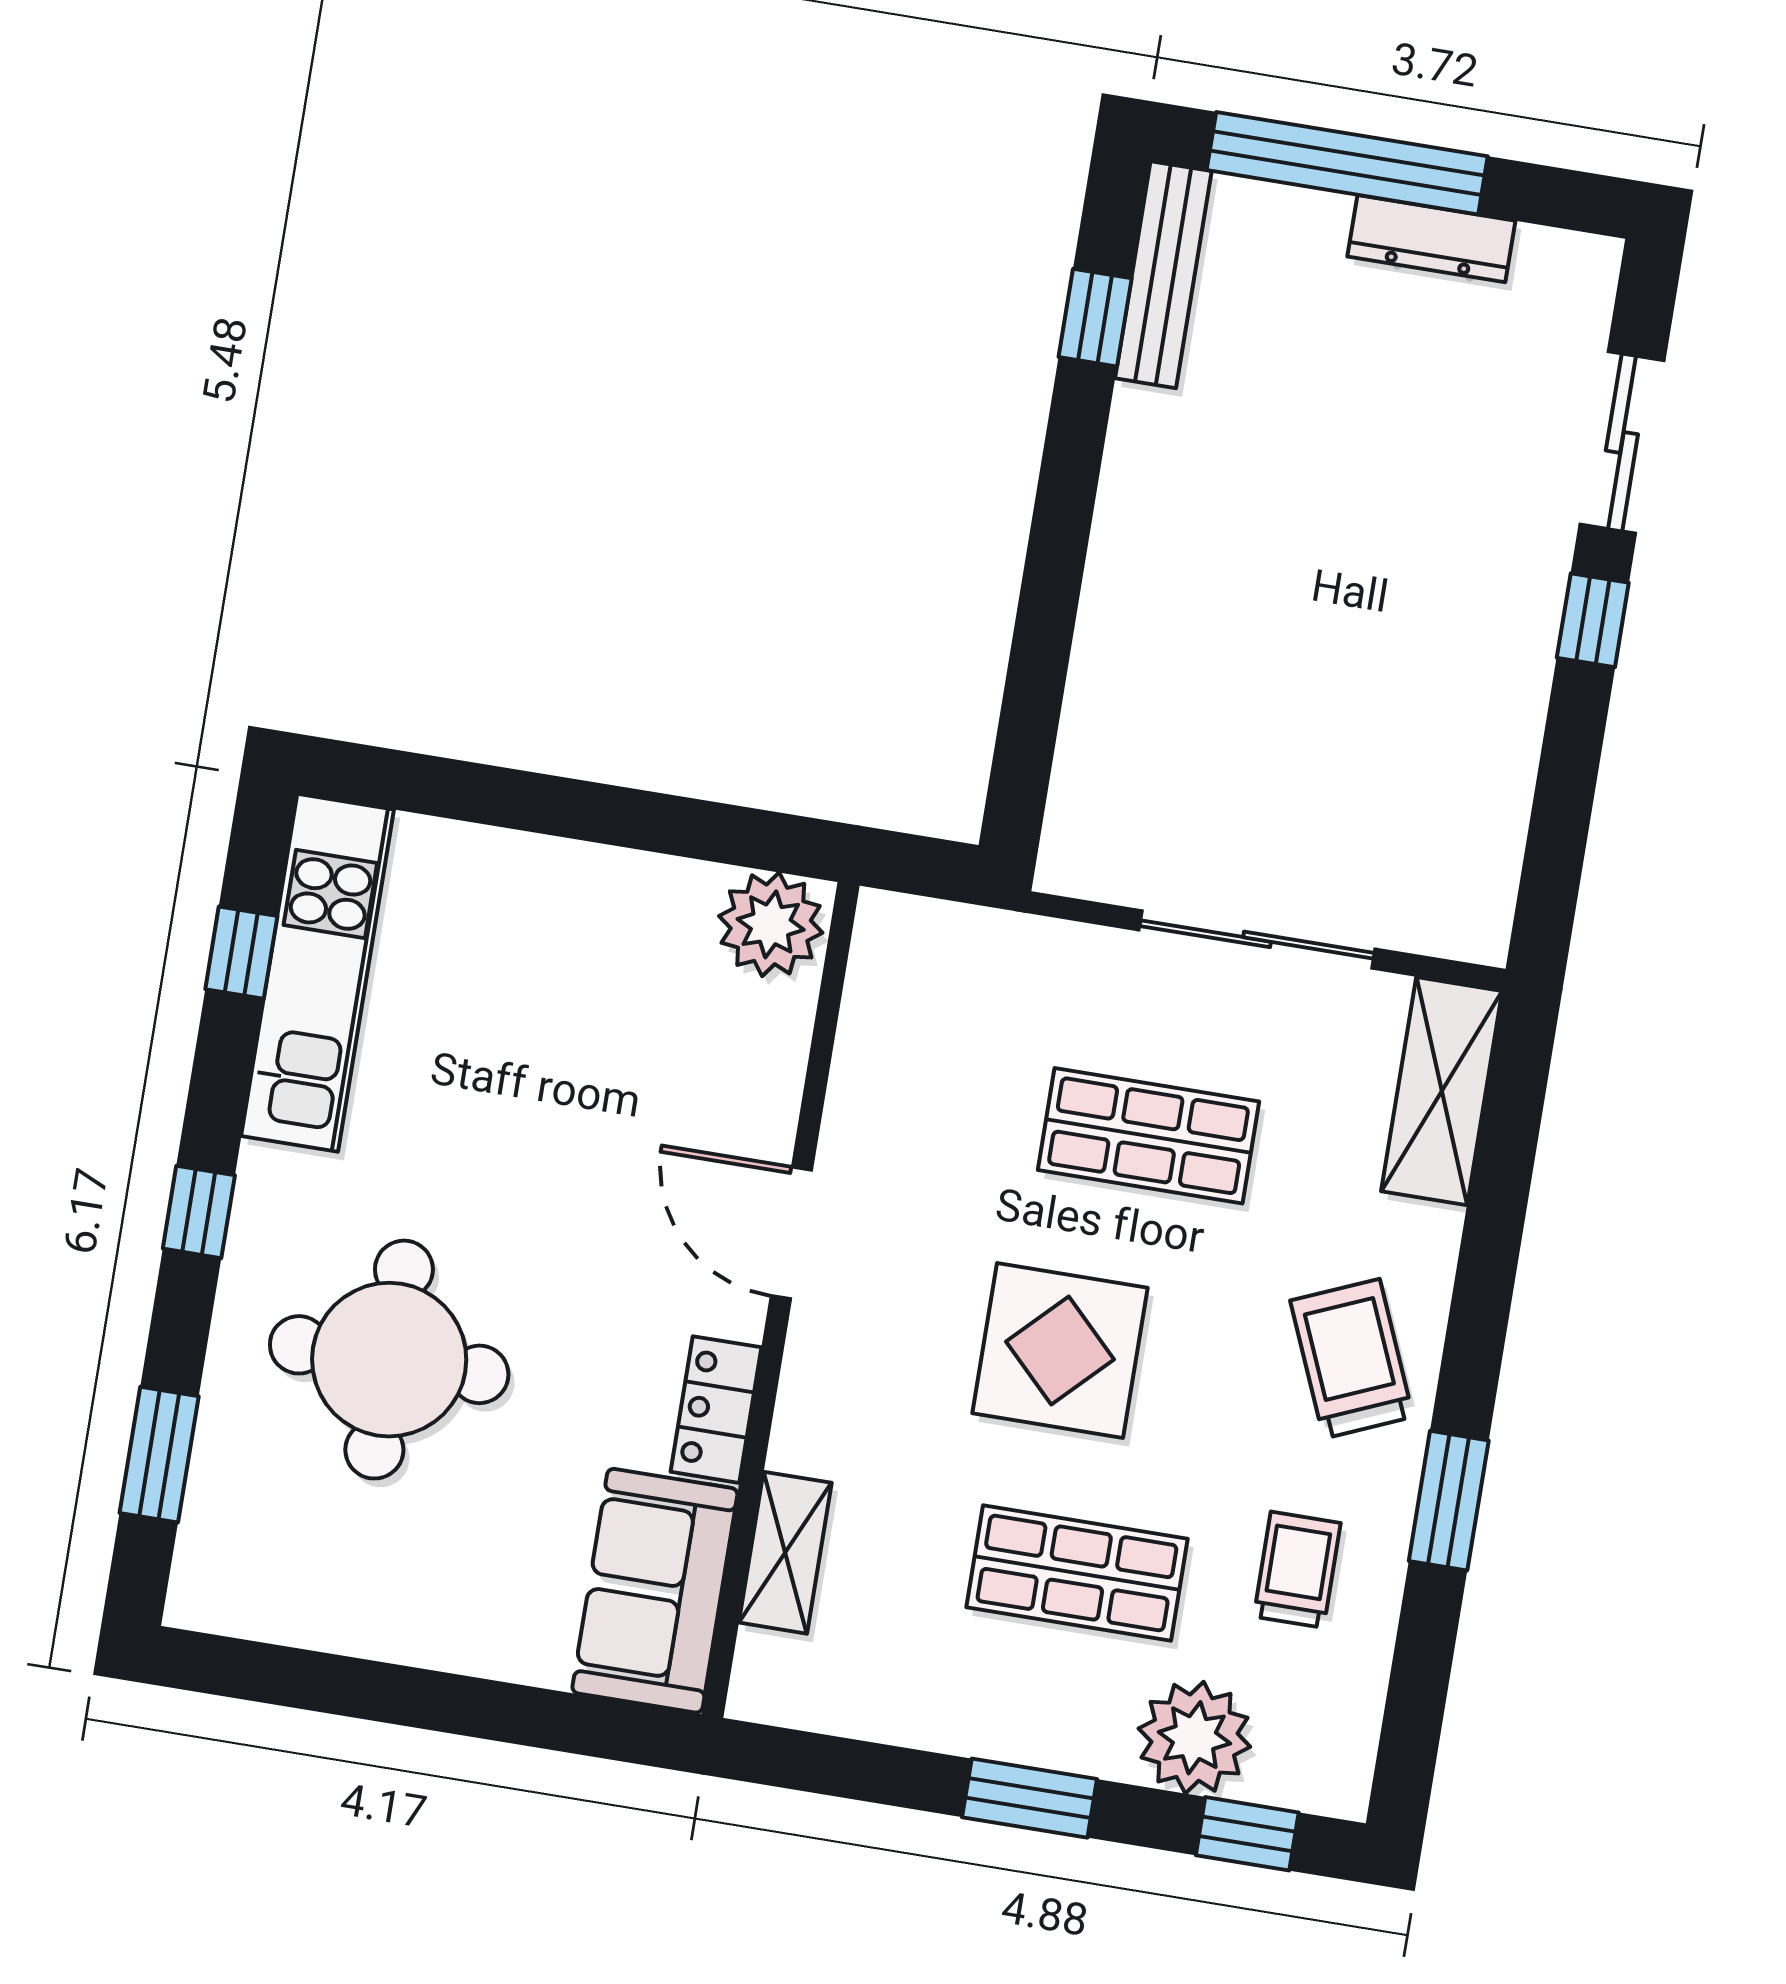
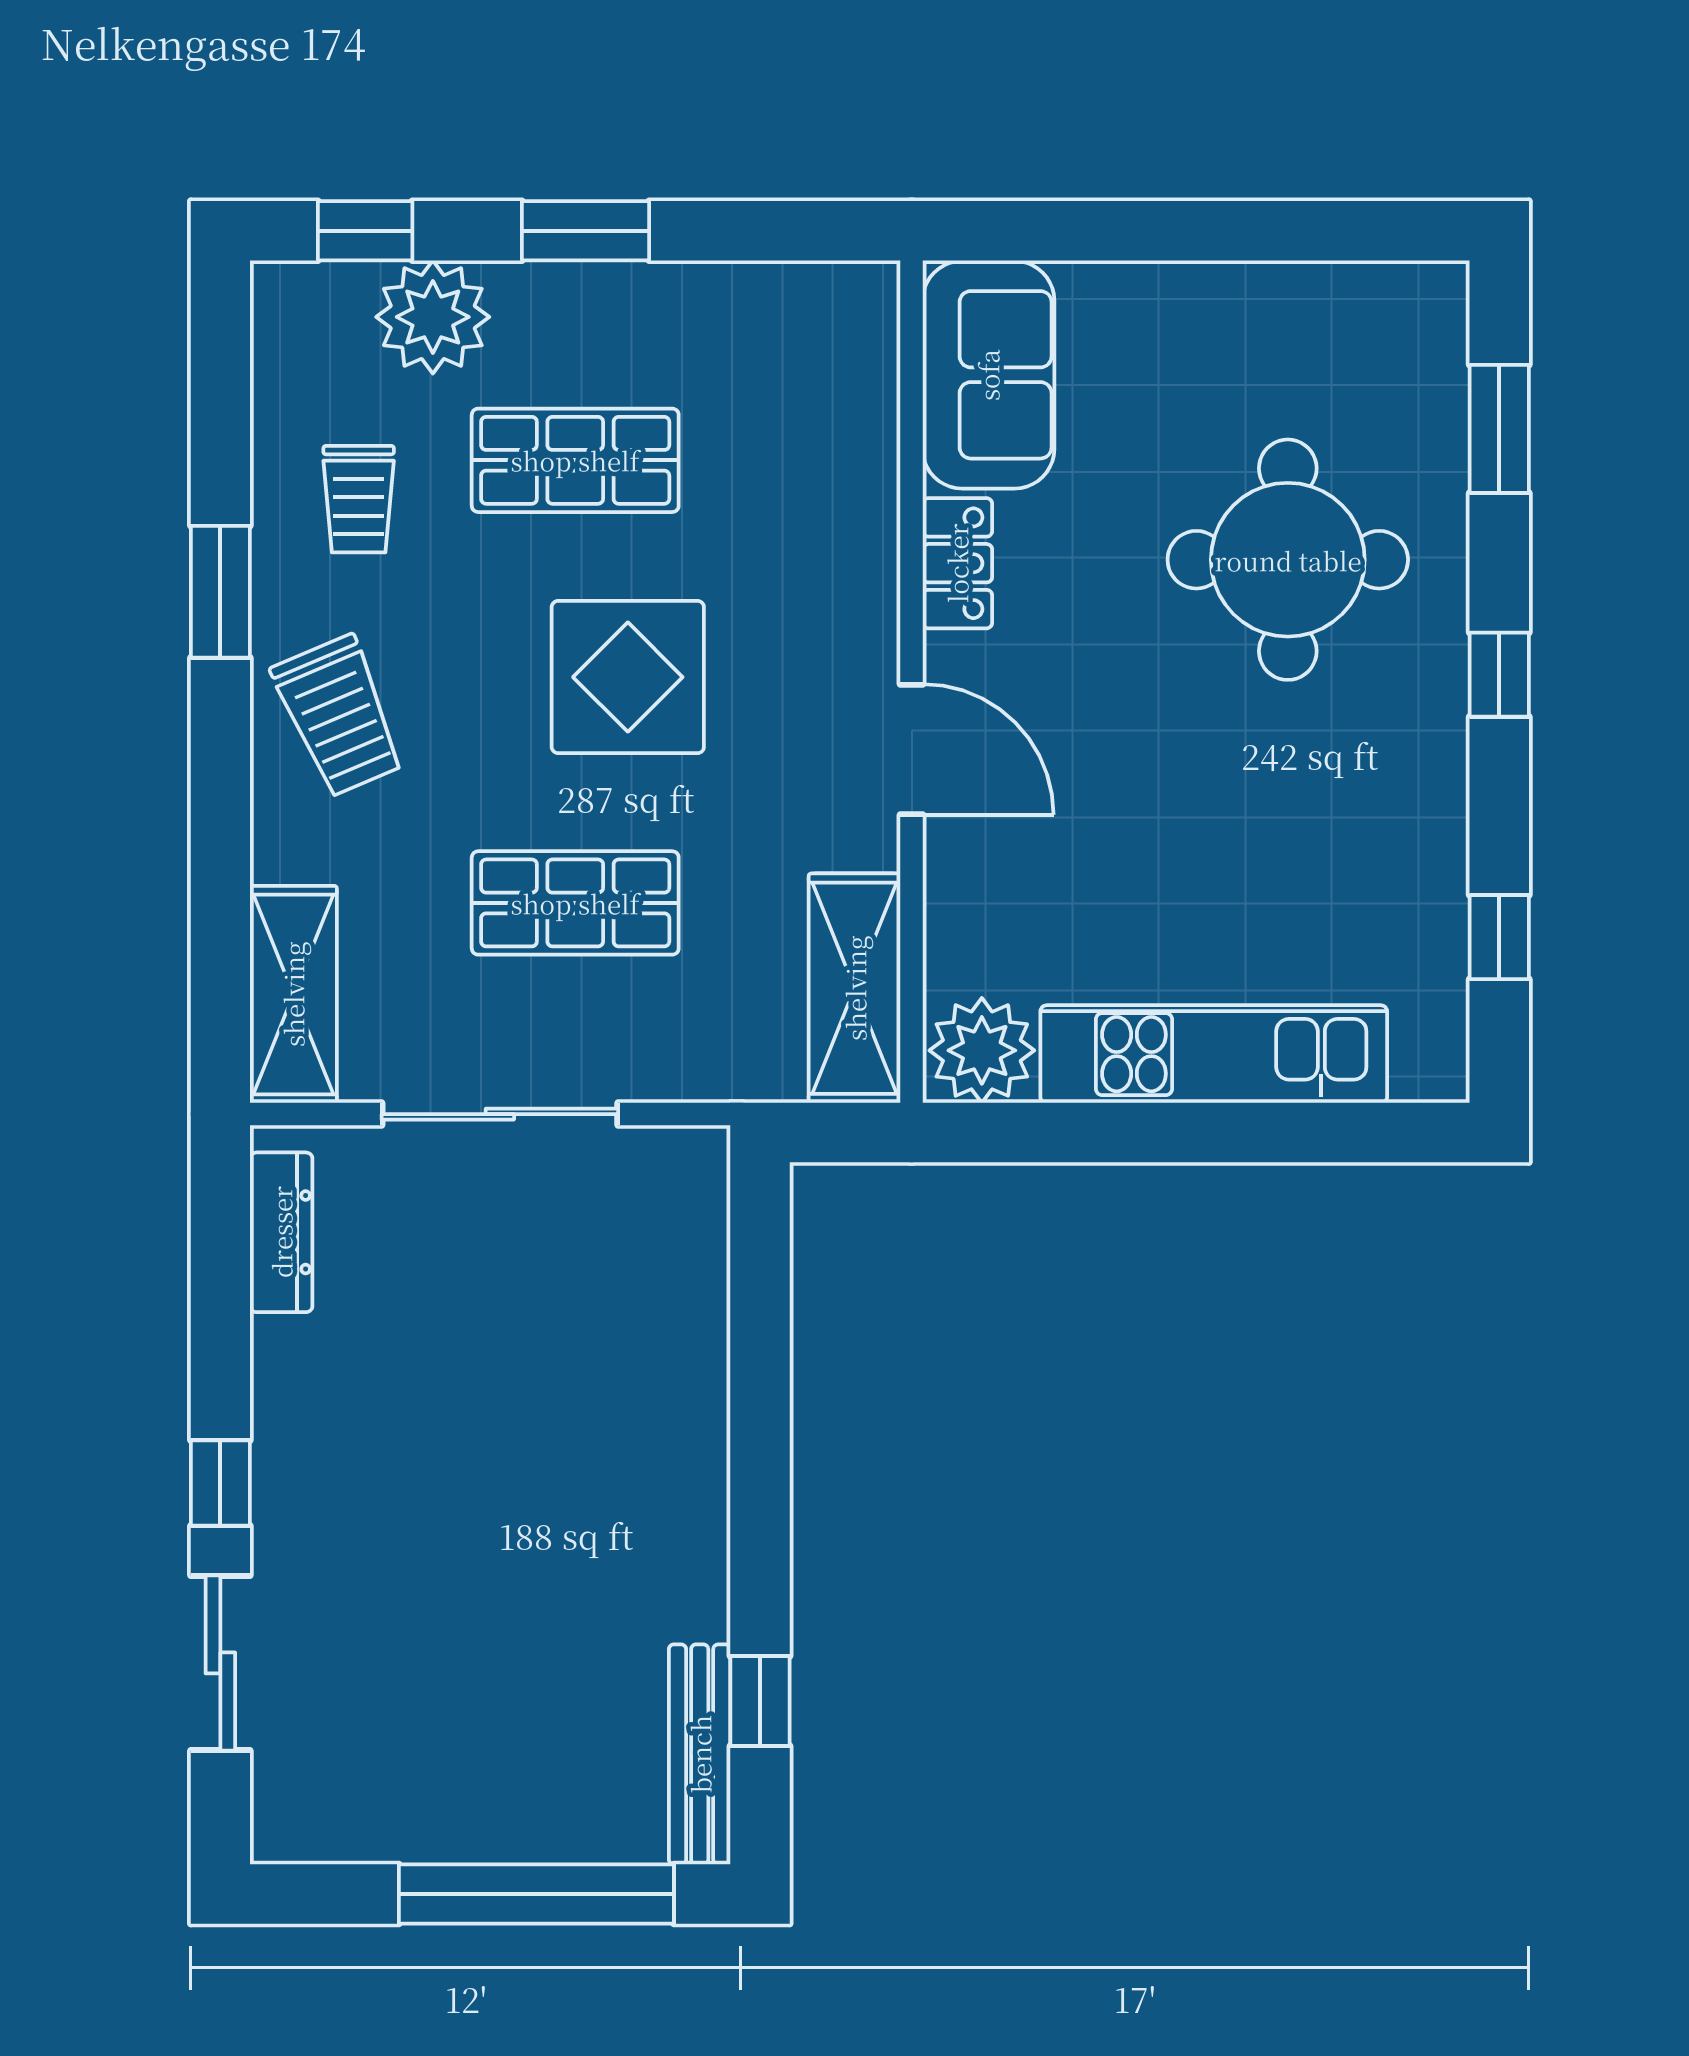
dresser: (1431, 239) -> (281, 1232), moved, turned 90
kitchen unit: (318, 973) -> (1214, 1054), moved, turned 90
shelving: (785, 1553) -> (855, 988), moved, width x1.50, depth x1.33

